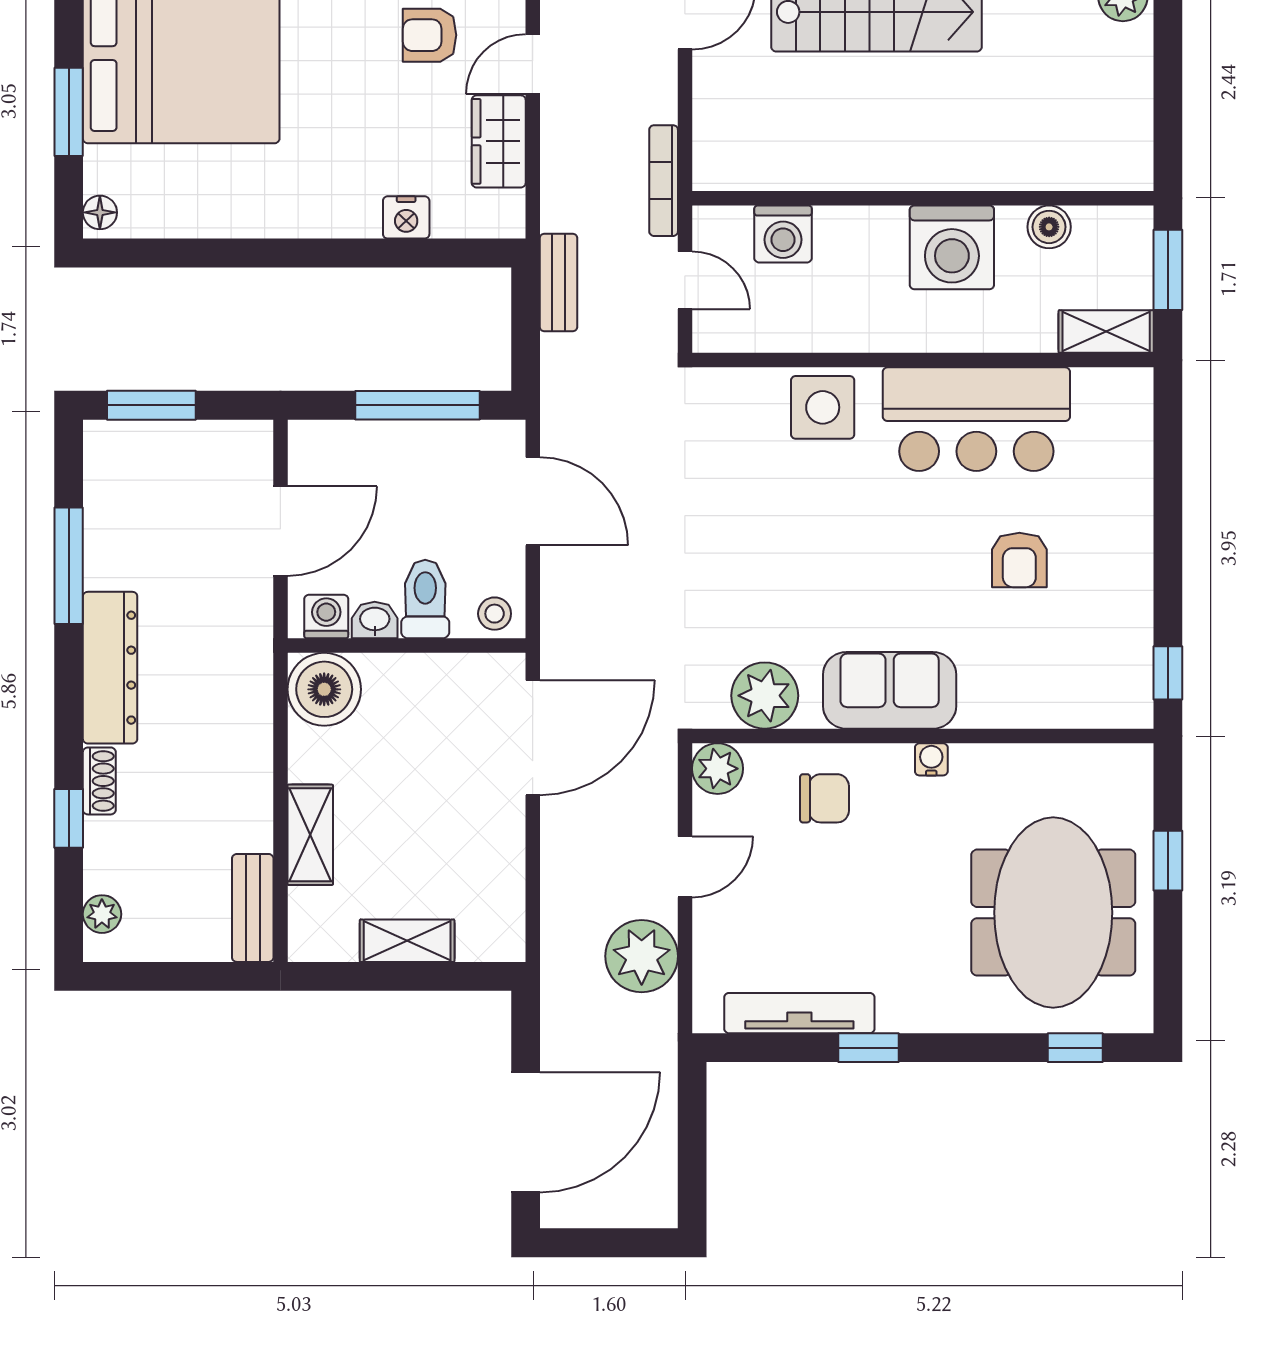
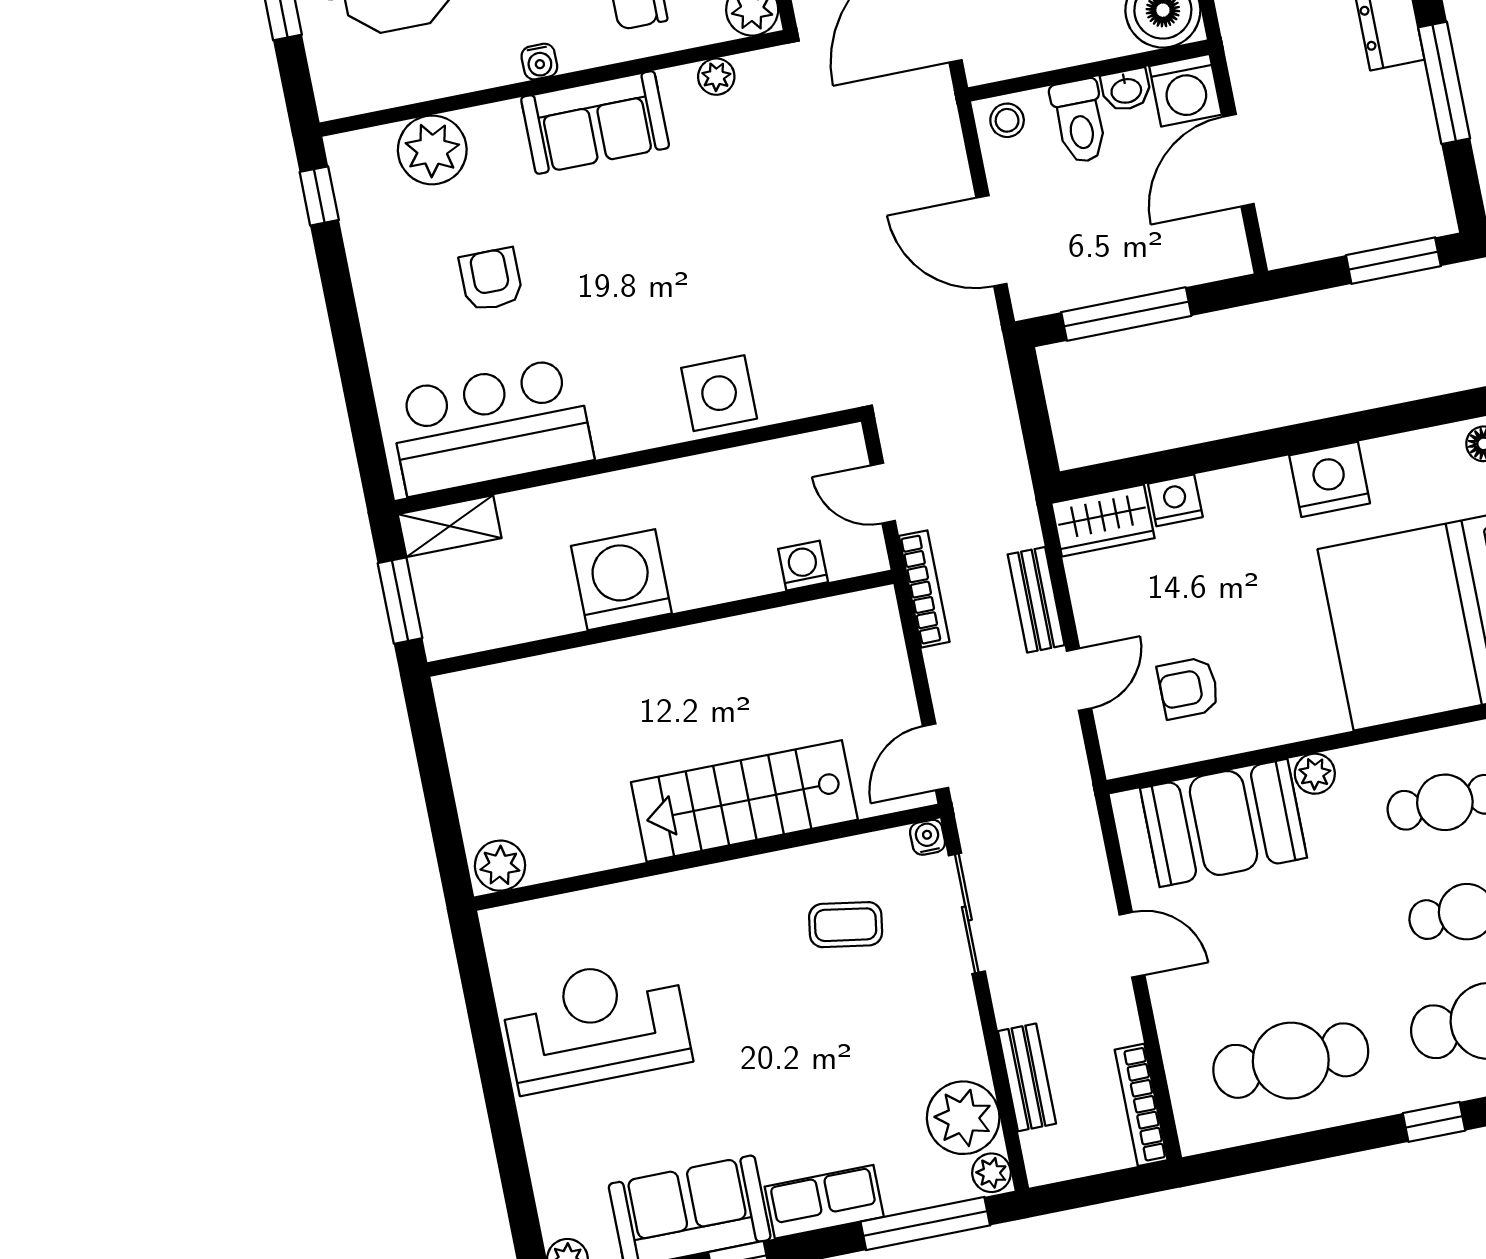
armchair: (430, 35) -> (1188, 688), turned 180
wardrobe: (499, 141) -> (1103, 521), moved, turned 90
nightstand: (254, 208) -> (1330, 479), added
boiler: (1049, 227) -> (528, 620), removed
washing machine: (783, 234) -> (803, 566), width x0.73, depth x0.73
bench: (559, 282) -> (1036, 600), moved
bar counter: (976, 419) -> (491, 427), moved
washing machine: (326, 617) -> (1185, 90), width x1.38, depth x1.38
plant: (1051, 695) -> (432, 150), added
plant: (765, 696) -> (716, 77), width x0.53, depth x0.53

